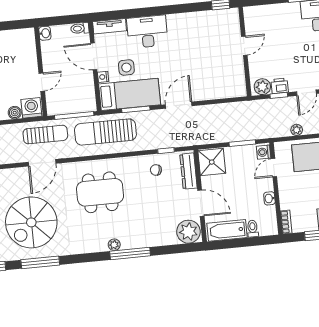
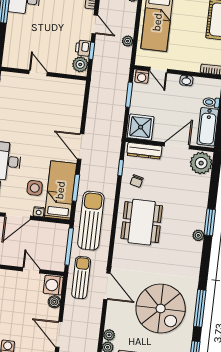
sun lounger: (105, 132) -> (91, 221), turned 180
dining table: (100, 192) -> (142, 222), moved
window: (130, 253) -> (210, 222), width x0.69

